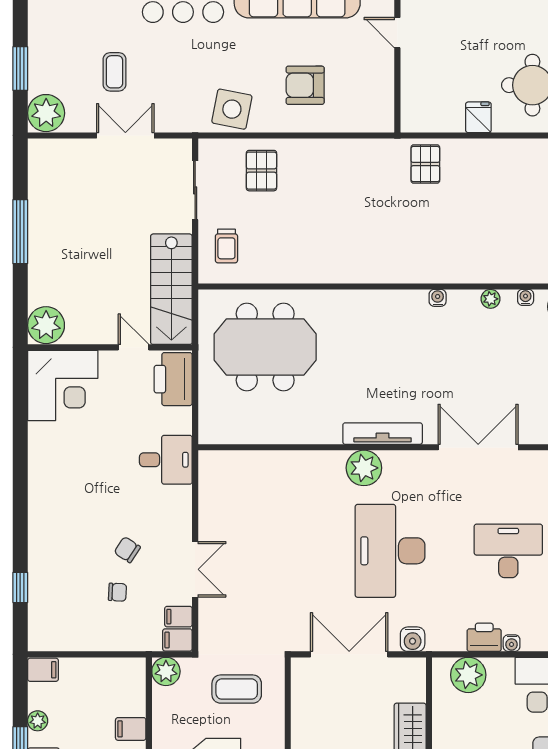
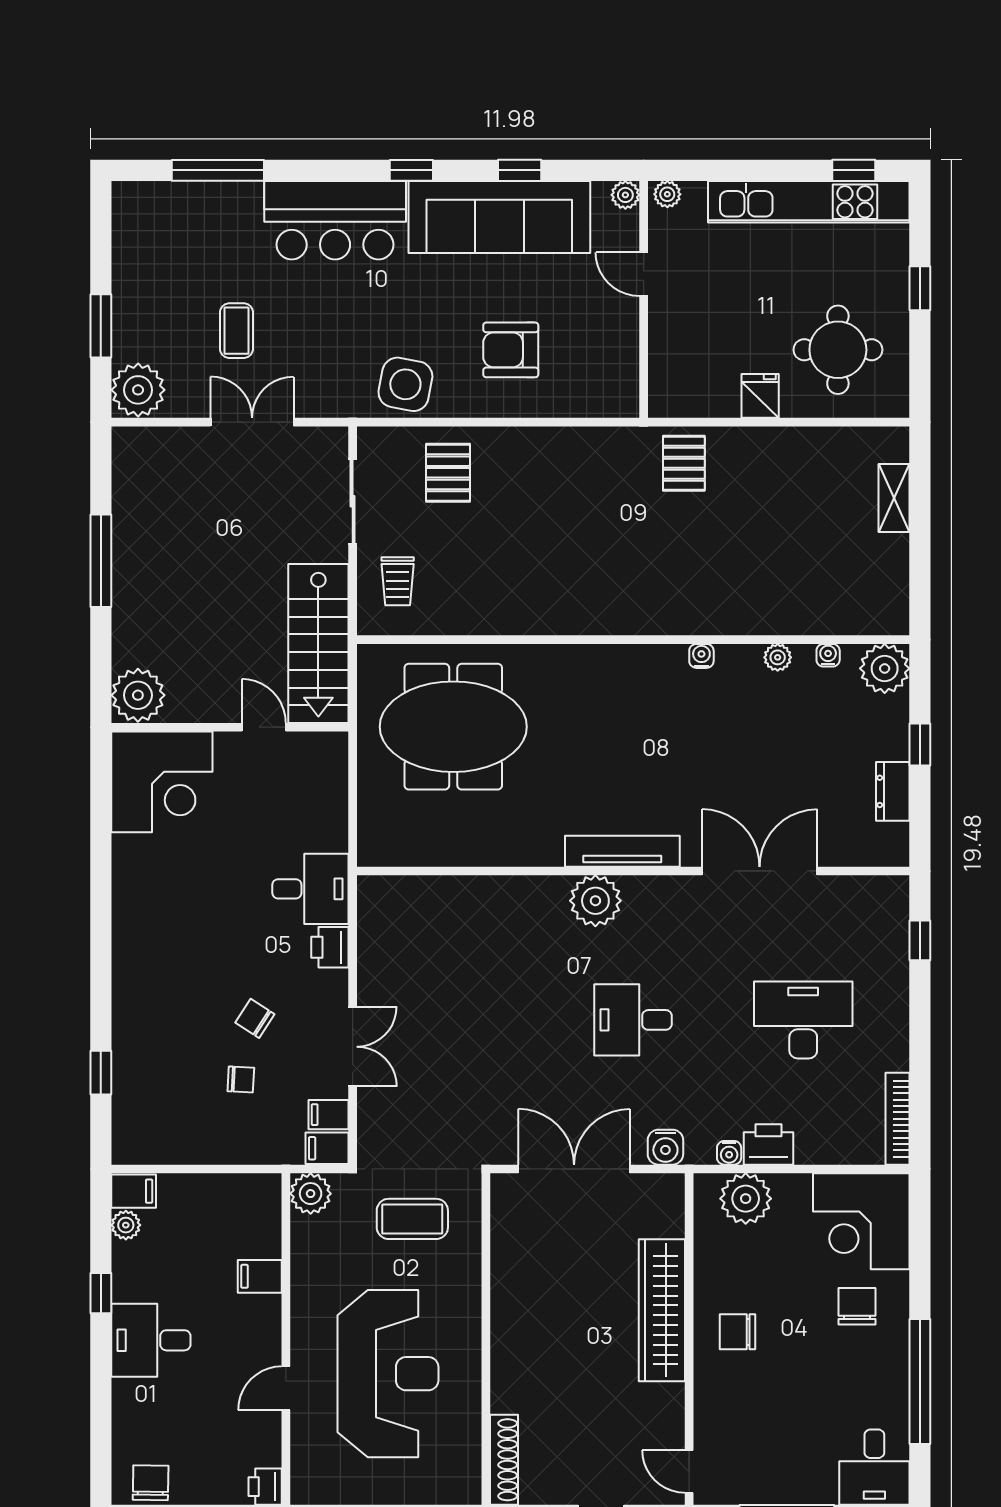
printer: (173, 379) -> (330, 947), moved, width x0.53, depth x0.68
desk: (390, 551) -> (633, 1020), width x0.53, depth x0.77
water cooler: (512, 643) -> (729, 1153), moved
plant: (38, 721) -> (126, 1225), moved

